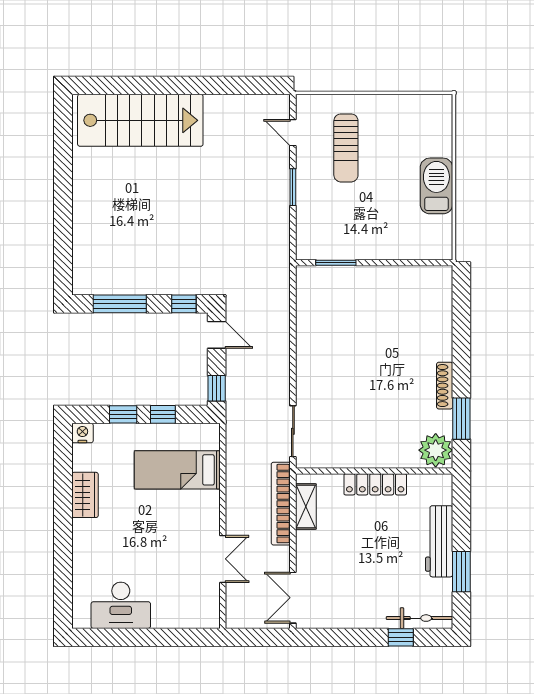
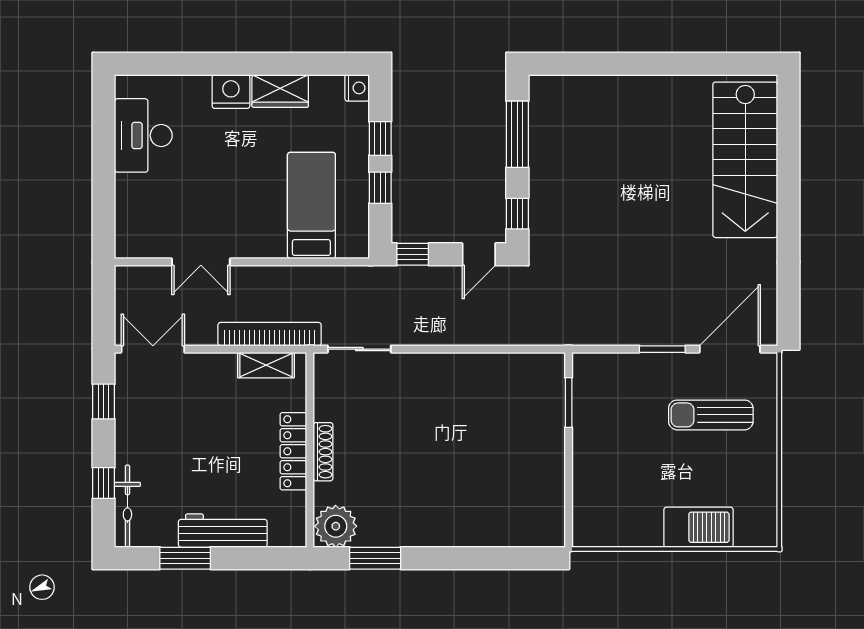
door: (293, 133) -> (730, 349), width x1.87
barbecue: (436, 186) -> (699, 527), moved
shoe rack: (445, 386) -> (323, 452), moved, turned 90
nightstand: (85, 535) -> (231, 92), added
window: (335, 637) -> (104, 401), added

